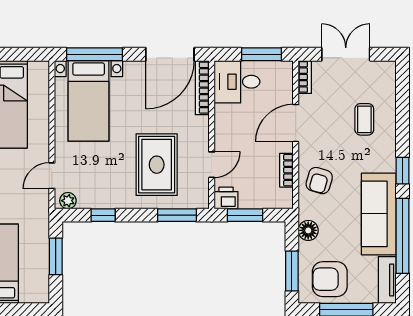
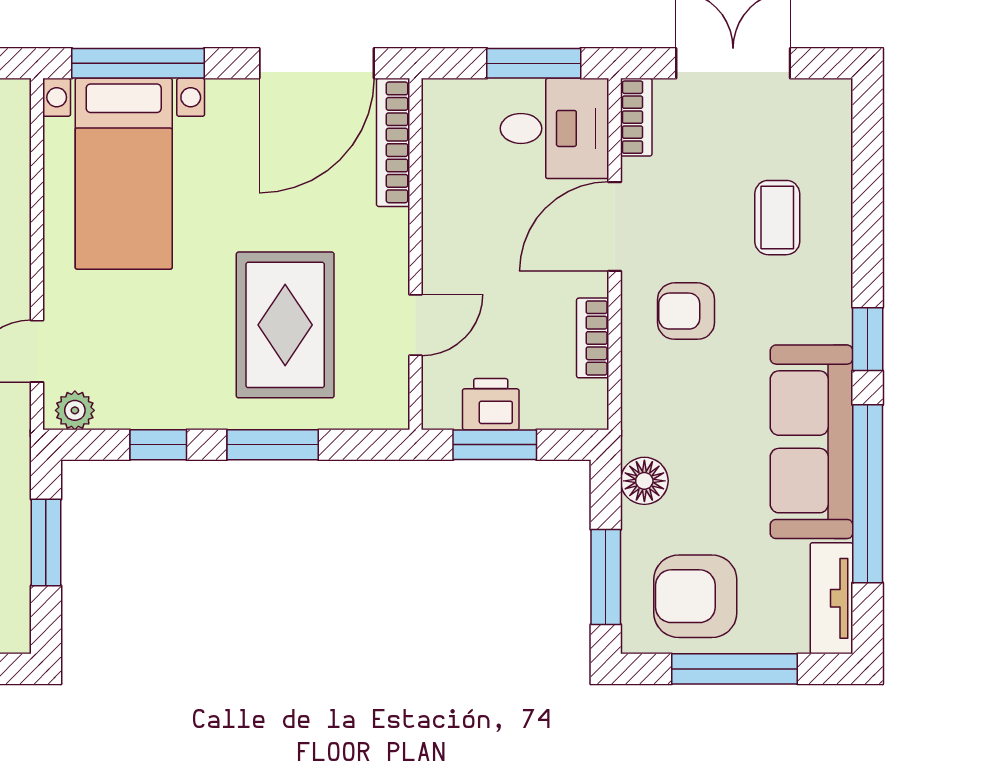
desk: (237, 82) -> (555, 128), moved, turned 180
armchair: (319, 181) -> (686, 311), moved, turned 74
printer: (226, 198) -> (491, 404), moved
window: (177, 215) -> (273, 445), moved

